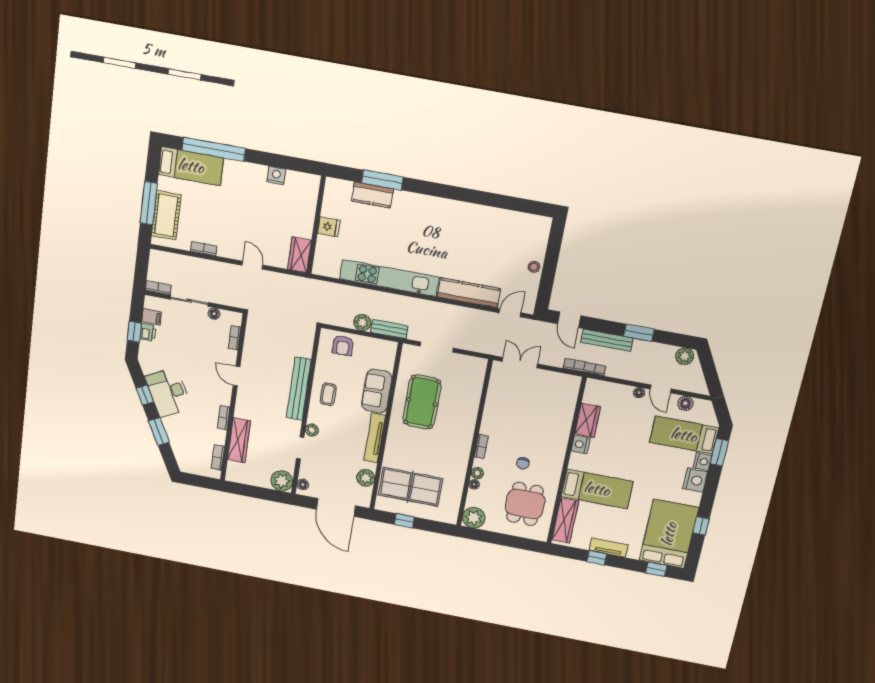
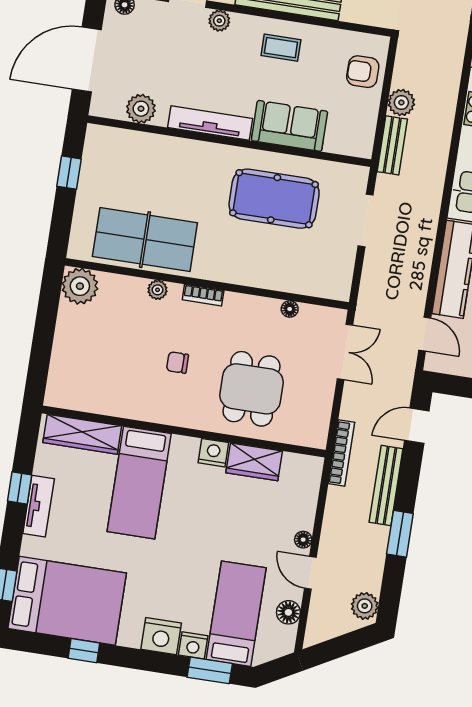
door: (661, 389) -> (310, 573), hinge flipped
floor lamp: (474, 484) -> (290, 309), moved
table tennis table: (411, 487) -> (145, 240), moved, turned 90
dining table: (525, 504) -> (252, 389), moved, turned 90

